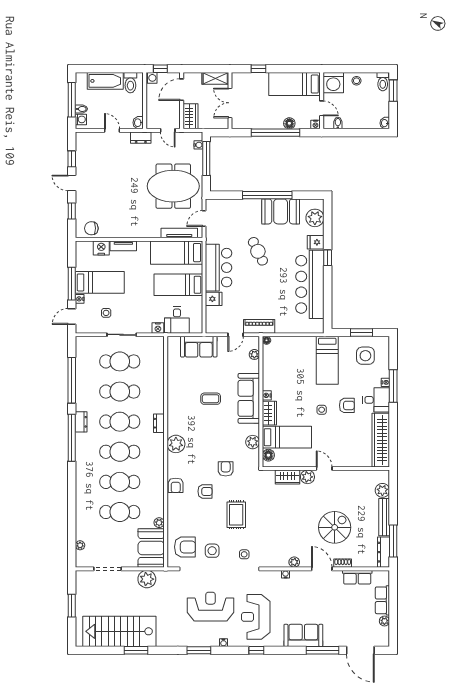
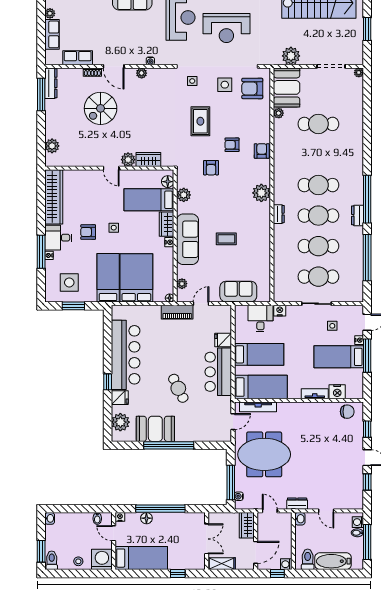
bed: (299, 360) -> (136, 278), added
cafe table: (120, 482) -> (318, 154), removed
bench: (384, 517) -> (50, 119), removed
plant: (80, 545) -> (359, 73), moved

